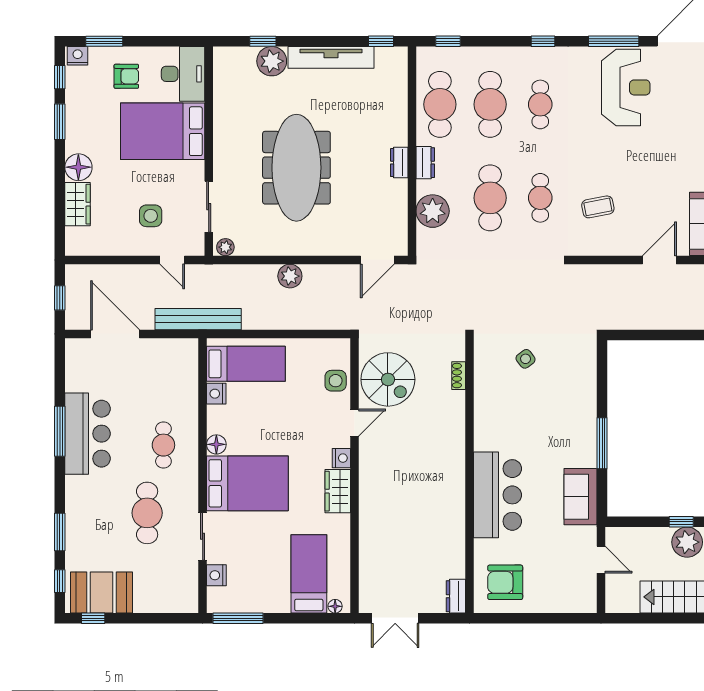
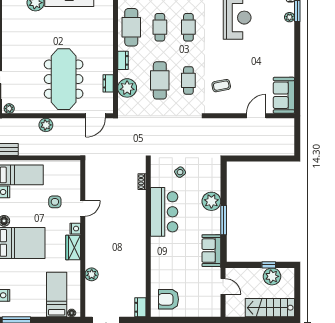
cafe table: (490, 104) -> (160, 27), width x0.73, depth x0.74
dresser: (399, 163) -> (108, 83), moved
meeting table: (296, 168) -> (64, 79), moved
spiral stairs: (388, 379) -> (102, 184), removed
side table: (336, 381) -> (55, 202), moved
plant: (581, 410) -> (211, 201), added
bar counter: (498, 495) -> (164, 212), moved
plant: (370, 539) -> (92, 274), added

